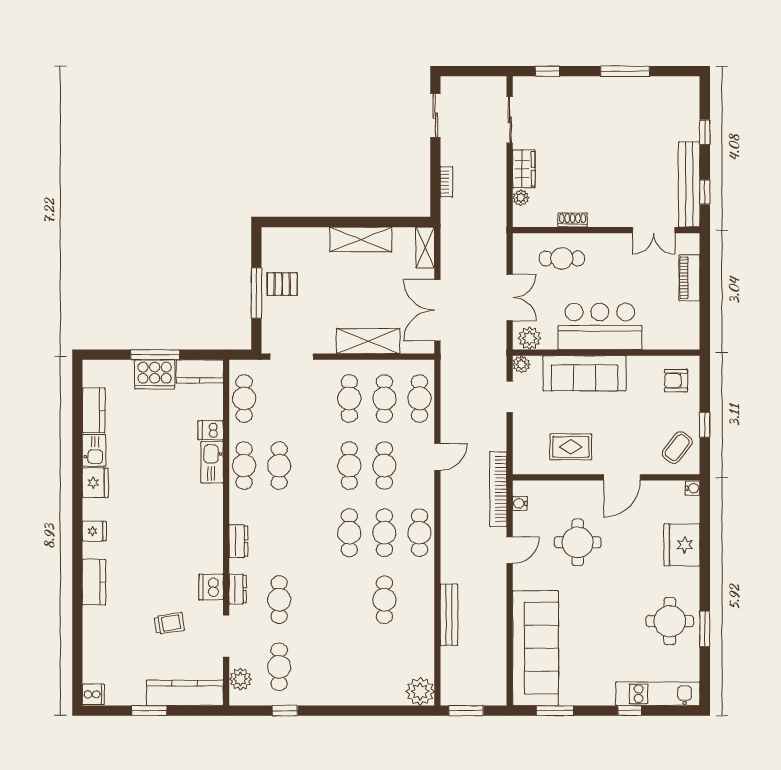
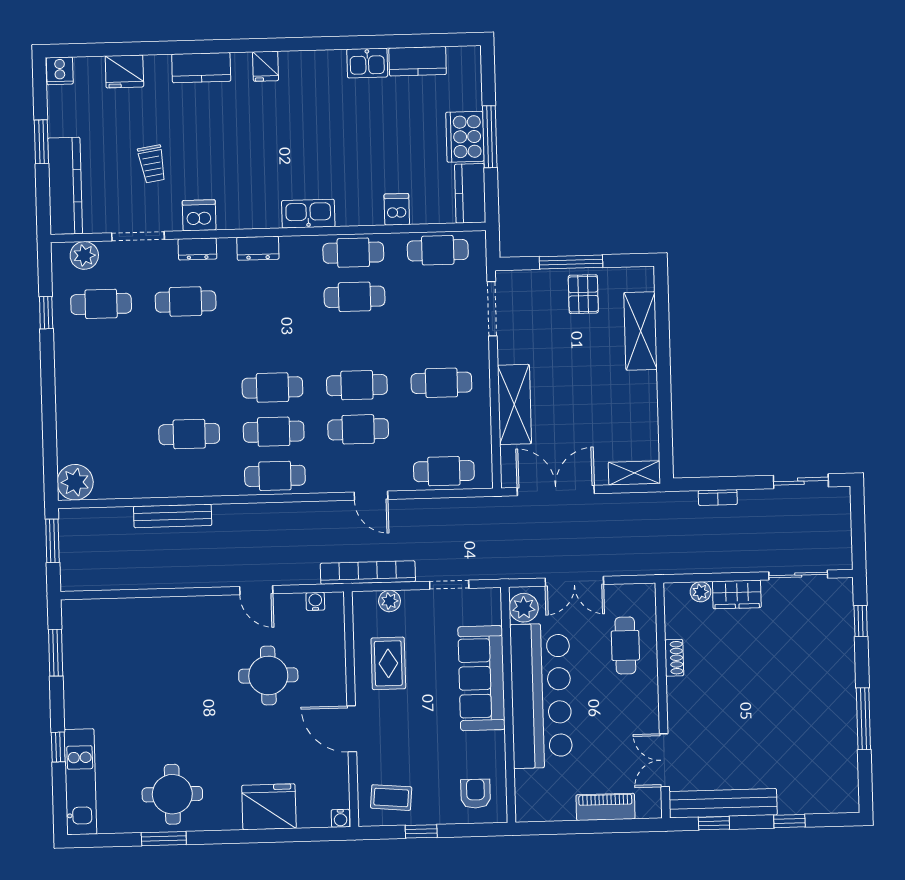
shelving: (361, 239) -> (641, 331), moved
bar counter: (600, 326) -> (541, 696), width x1.36
plant: (521, 364) -> (390, 601), moved
cafe table: (384, 399) -> (443, 427), removed
coffee table: (677, 448) -> (391, 798), turned -33
kitchen sink: (212, 462) -> (308, 214), moved
fridge: (95, 483) -> (124, 71), moved
bookcase: (498, 489) -> (368, 573), moved
sofa: (536, 648) -> (134, 626), removed

